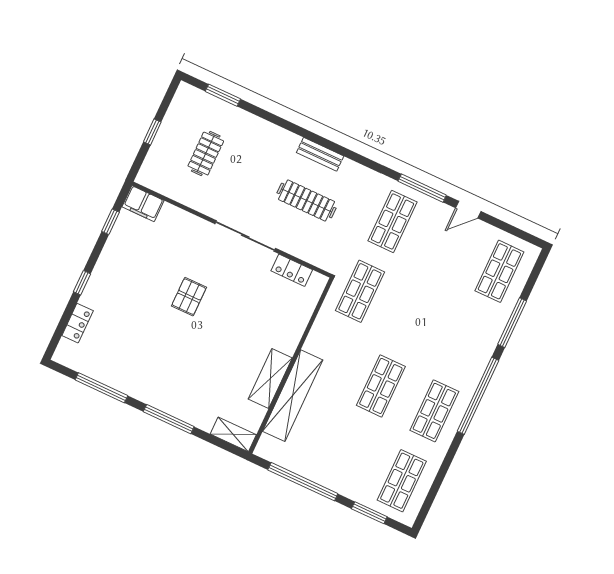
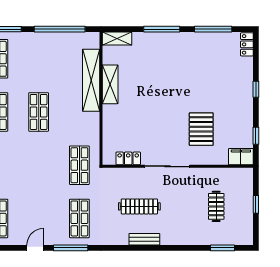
pallet: (189, 297) -> (201, 129), moved, width x1.50, depth x1.42
locker: (78, 323) -> (247, 44), moved

